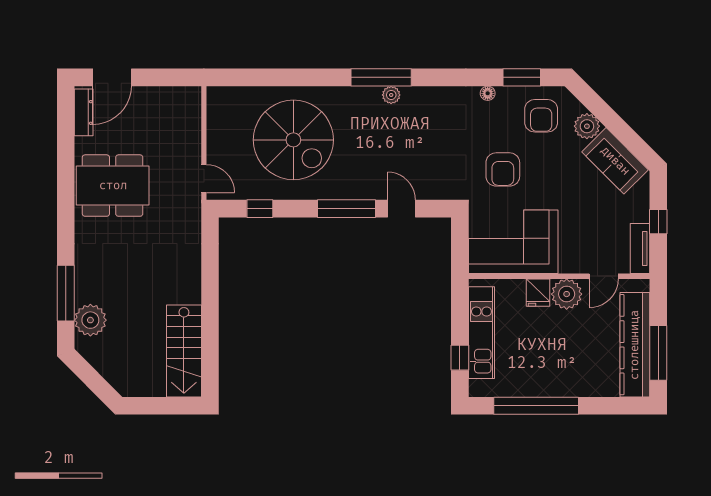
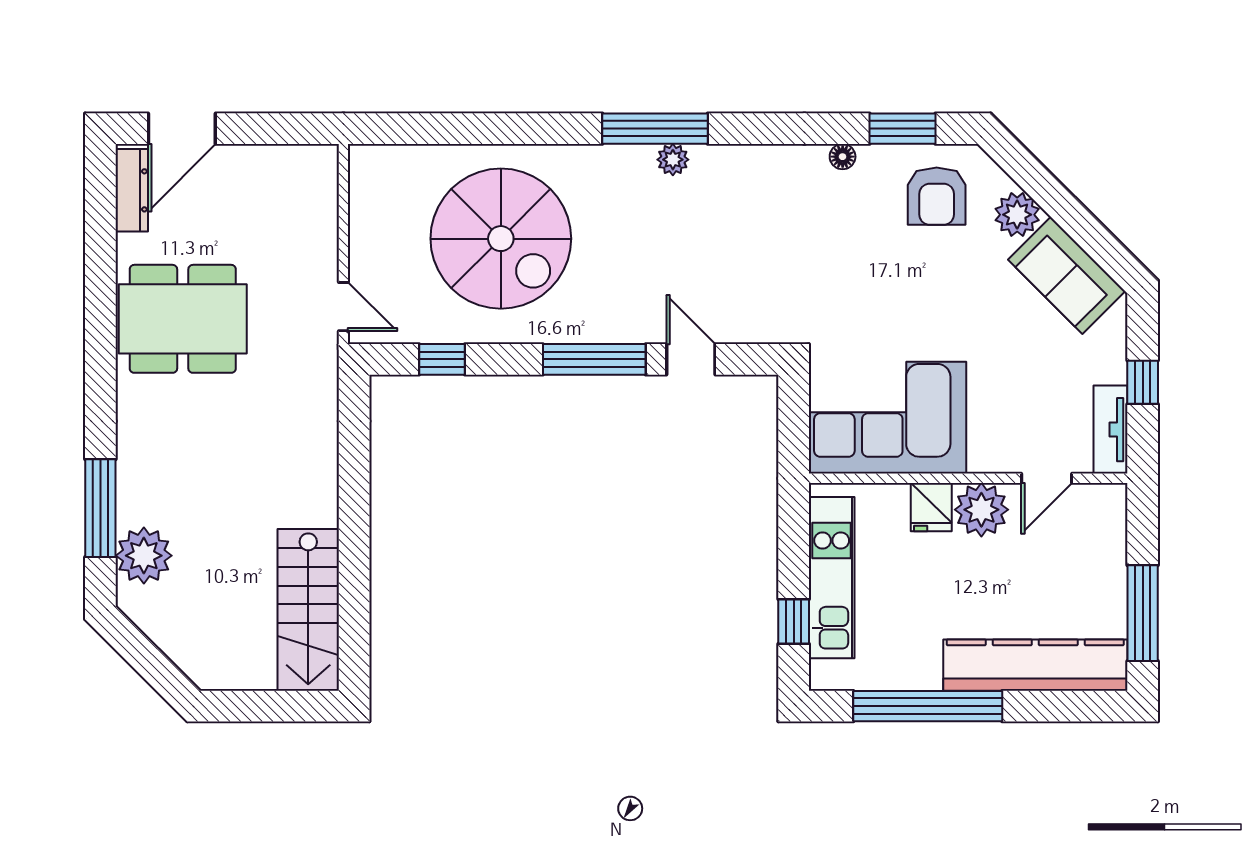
armchair: (503, 169) -> (869, 291), removed
kitchen counter: (635, 345) -> (1035, 665), moved, turned 90

